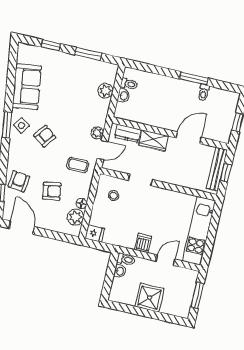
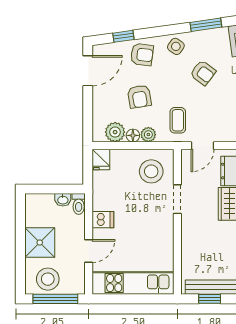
side table: (21, 125) -> (176, 46), moved
plant: (97, 133) -> (148, 135), moved
door: (102, 150) -> (203, 146), hinge flipped
stool: (114, 196) -> (151, 171), width x1.89, depth x1.89
door: (165, 260) -> (89, 251), hinge flipped
window: (197, 296) -> (55, 299), width x1.44
stool: (180, 298) -> (48, 279), added

